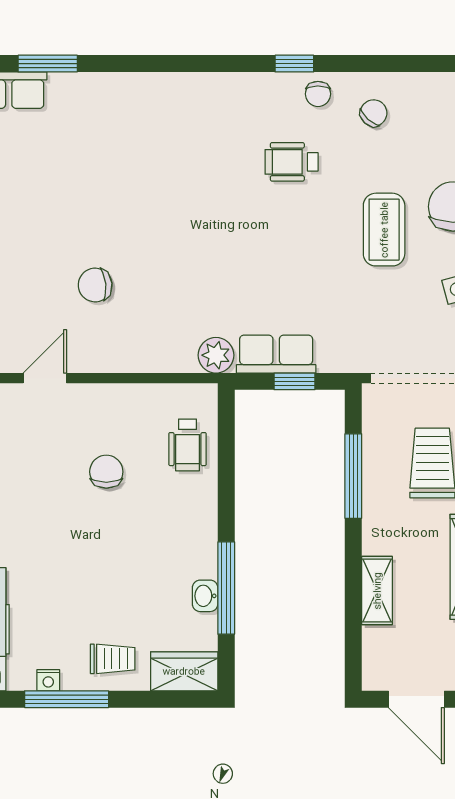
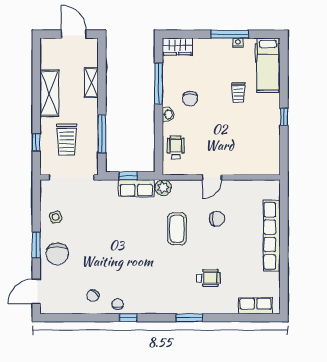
window: (48, 64) -> (189, 318), moved
wheelchair: (292, 162) -> (209, 278), moved
coffee table: (384, 230) -> (177, 229), moved
door: (45, 378) -> (212, 177), moved
chair: (106, 472) -> (190, 99), moved
washbasin: (205, 596) -> (168, 115), moved
trolley: (113, 659) -> (238, 93), moved, turned -90

